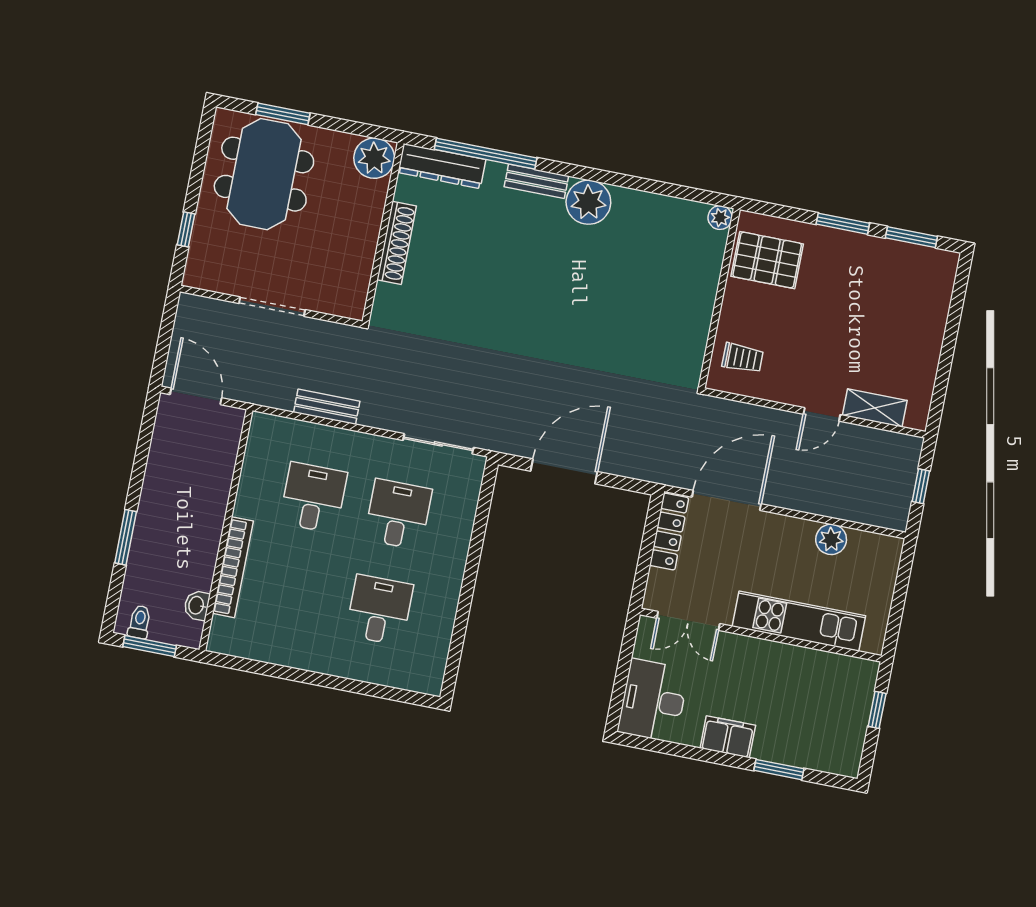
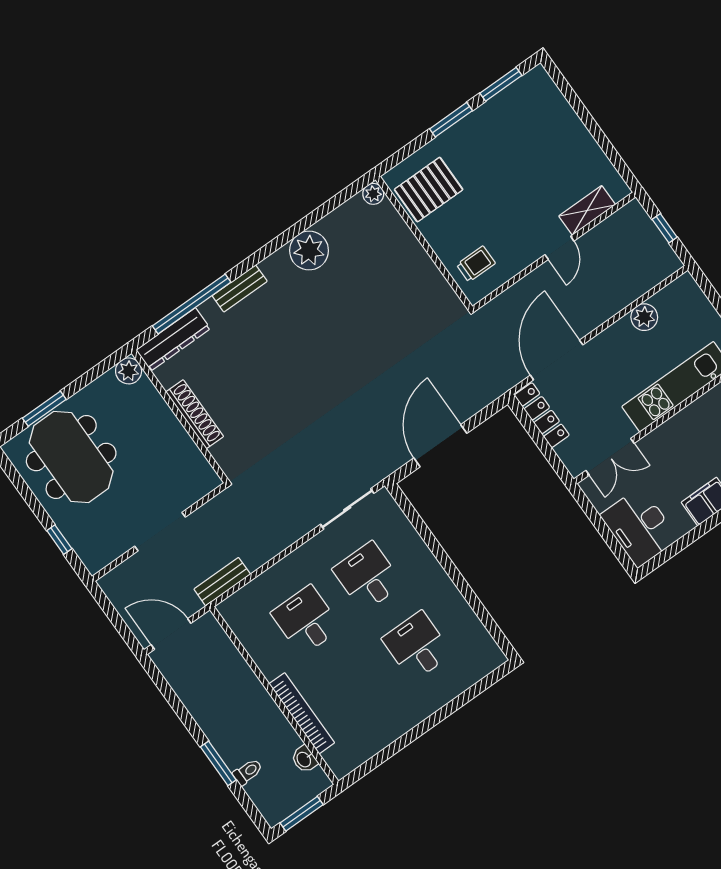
plant: (374, 158) -> (129, 371), width x0.73, depth x0.73
plant: (588, 202) -> (309, 251), moved
bench: (327, 407) -> (222, 582), moved
toilet: (140, 622) -> (248, 772), moved, turned 90

